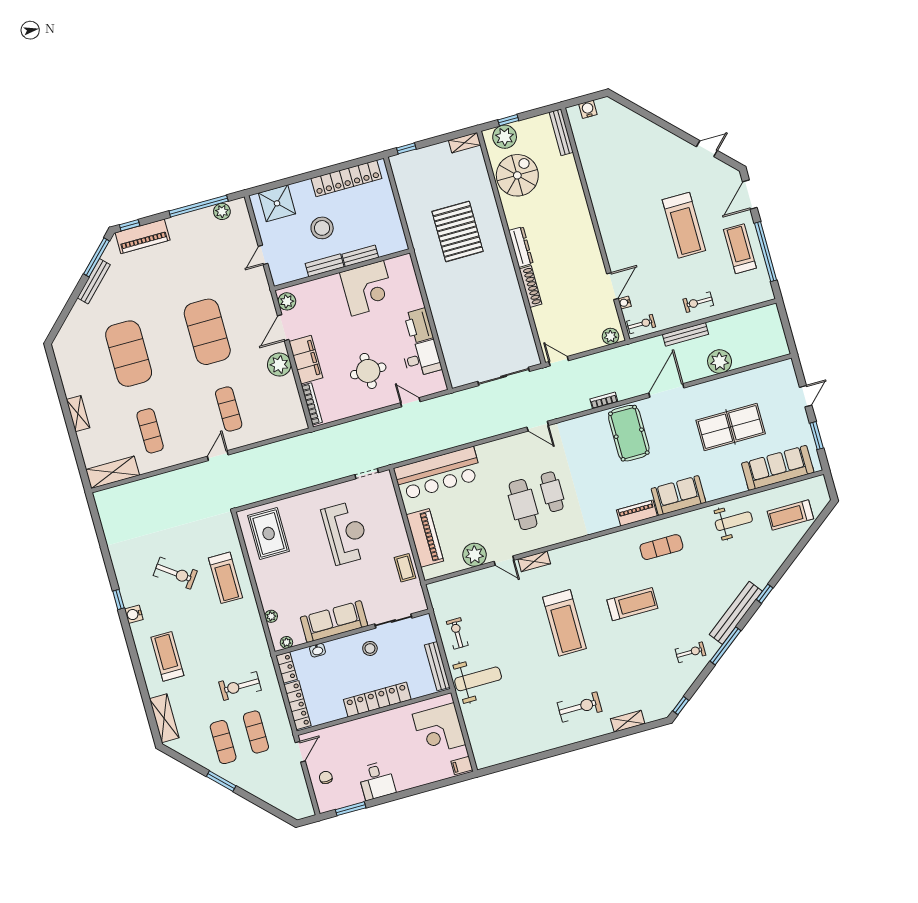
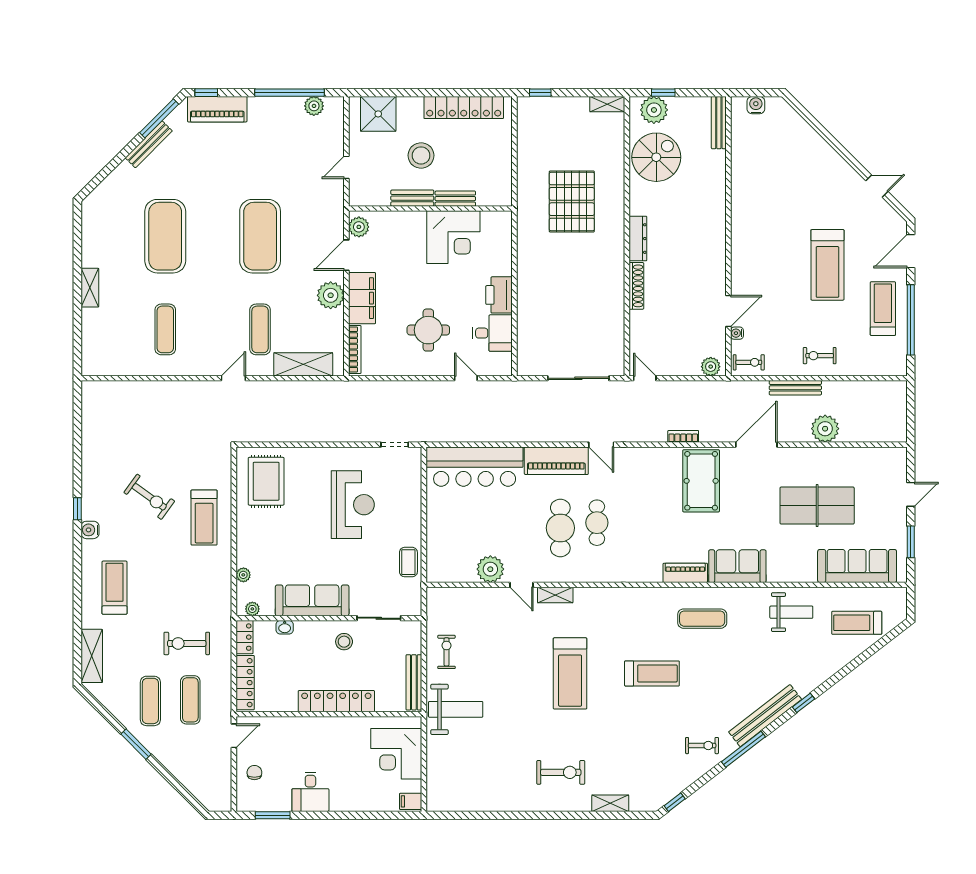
shelving: (113, 472) -> (303, 364), moved
piano: (425, 538) -> (556, 461), moved, turned 90

